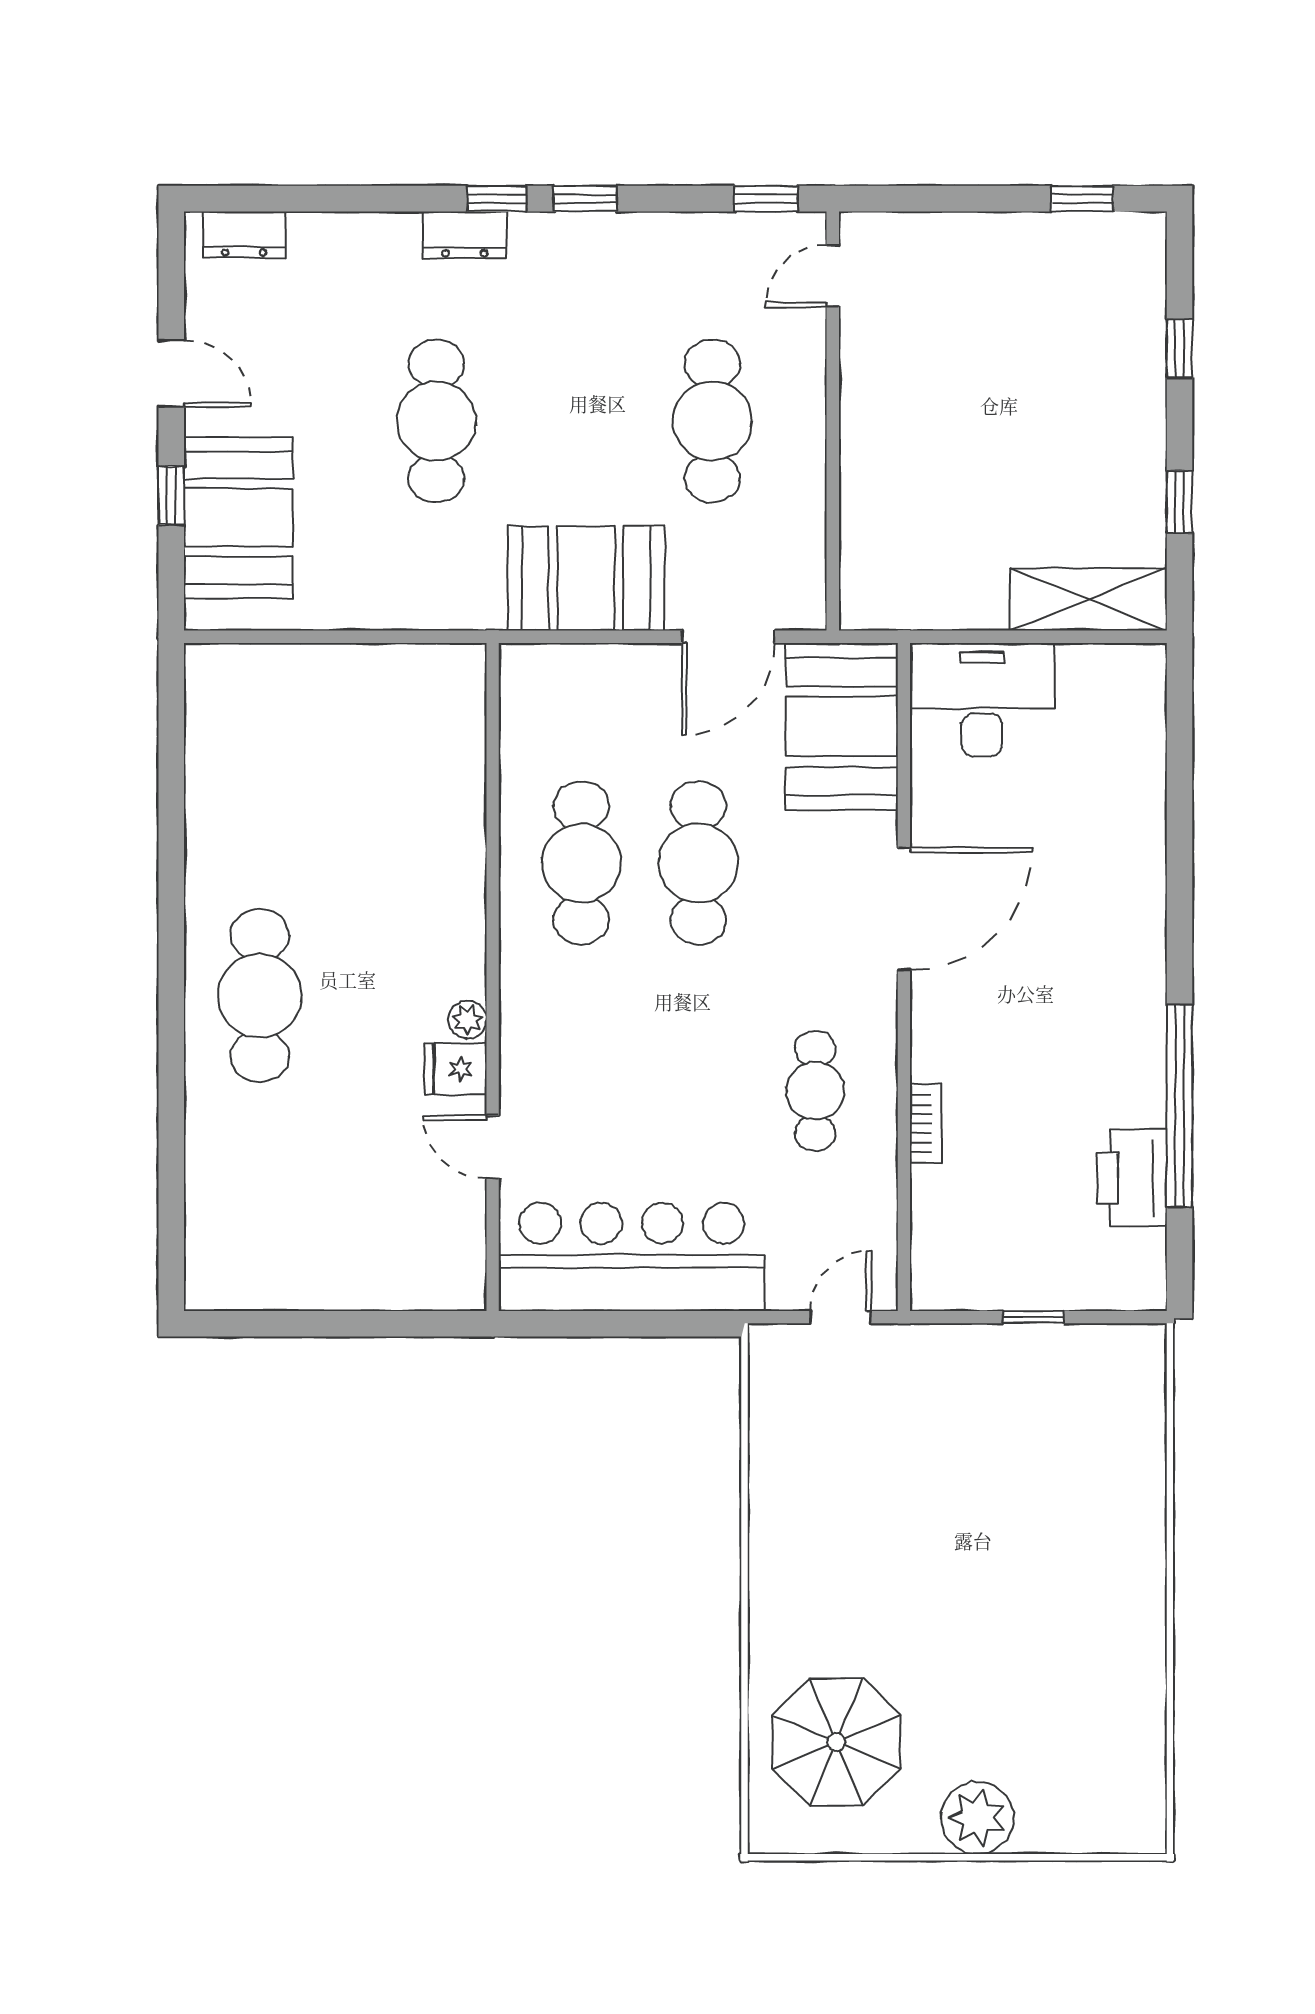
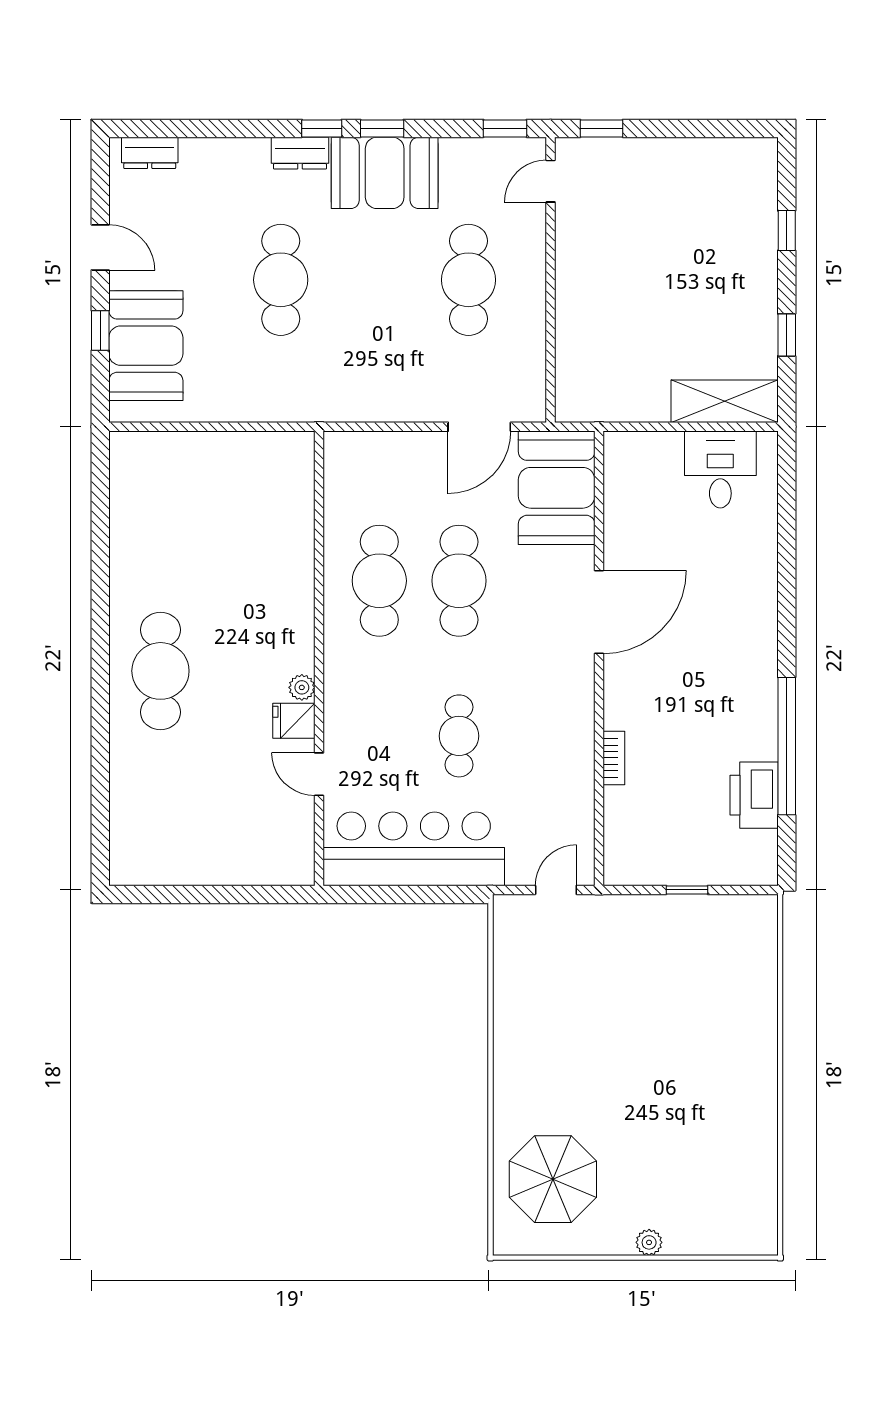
window: (1082, 199) -> (601, 128), moved
booth: (586, 578) -> (385, 173), moved
desk: (982, 700) -> (720, 469), moved, width x0.73
cafe table: (815, 1091) -> (459, 736), moved
plant: (977, 1818) -> (649, 1242), width x0.53, depth x0.53

